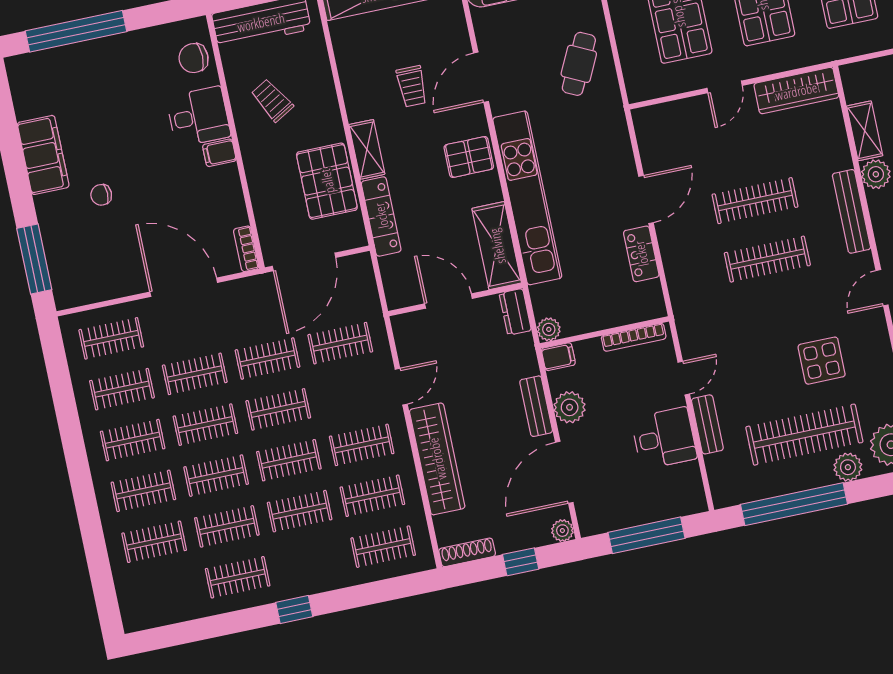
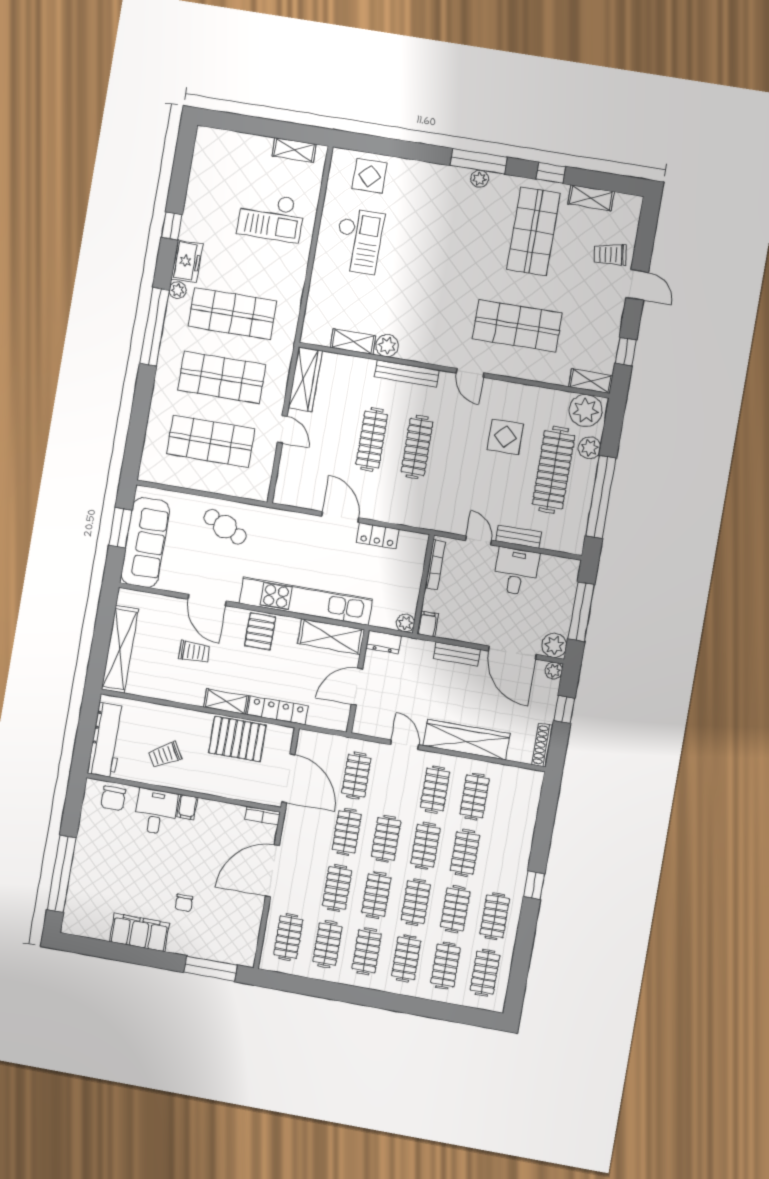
plant: (570, 407) -> (554, 645), moved
clothes rail: (383, 547) -> (485, 973), moved

